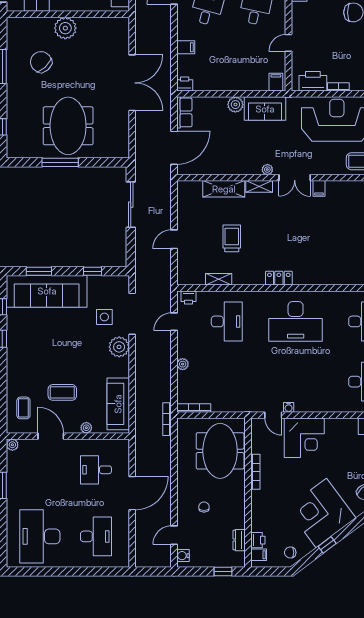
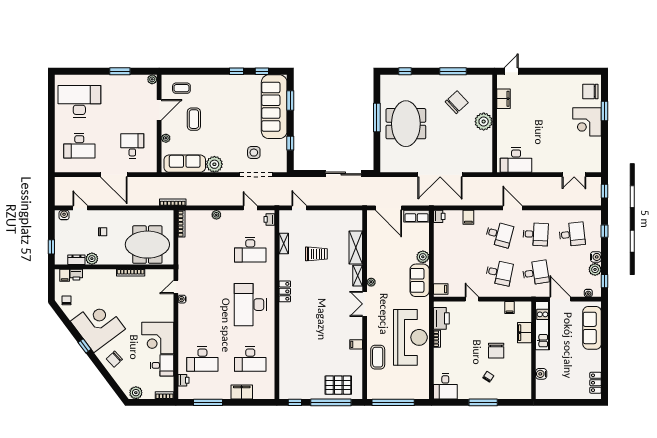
meeting table: (68, 126) -> (406, 124), turned 90
filing cabinet: (319, 188) -> (356, 344), moved
door: (174, 239) -> (299, 208), moved
plant: (119, 347) -> (214, 164), moved
corner desk: (304, 438) -> (158, 338), moved
plant: (238, 521) -> (92, 259), added
window: (327, 545) -> (85, 346), moved

